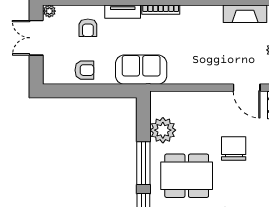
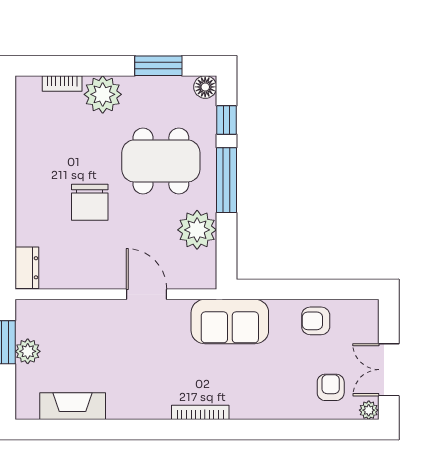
tv unit: (123, 12) -> (258, 409), removed
armchair: (88, 28) -> (331, 387), moved
double door: (36, 38) -> (389, 370), swing flipped
door: (247, 88) -> (147, 294), moved

